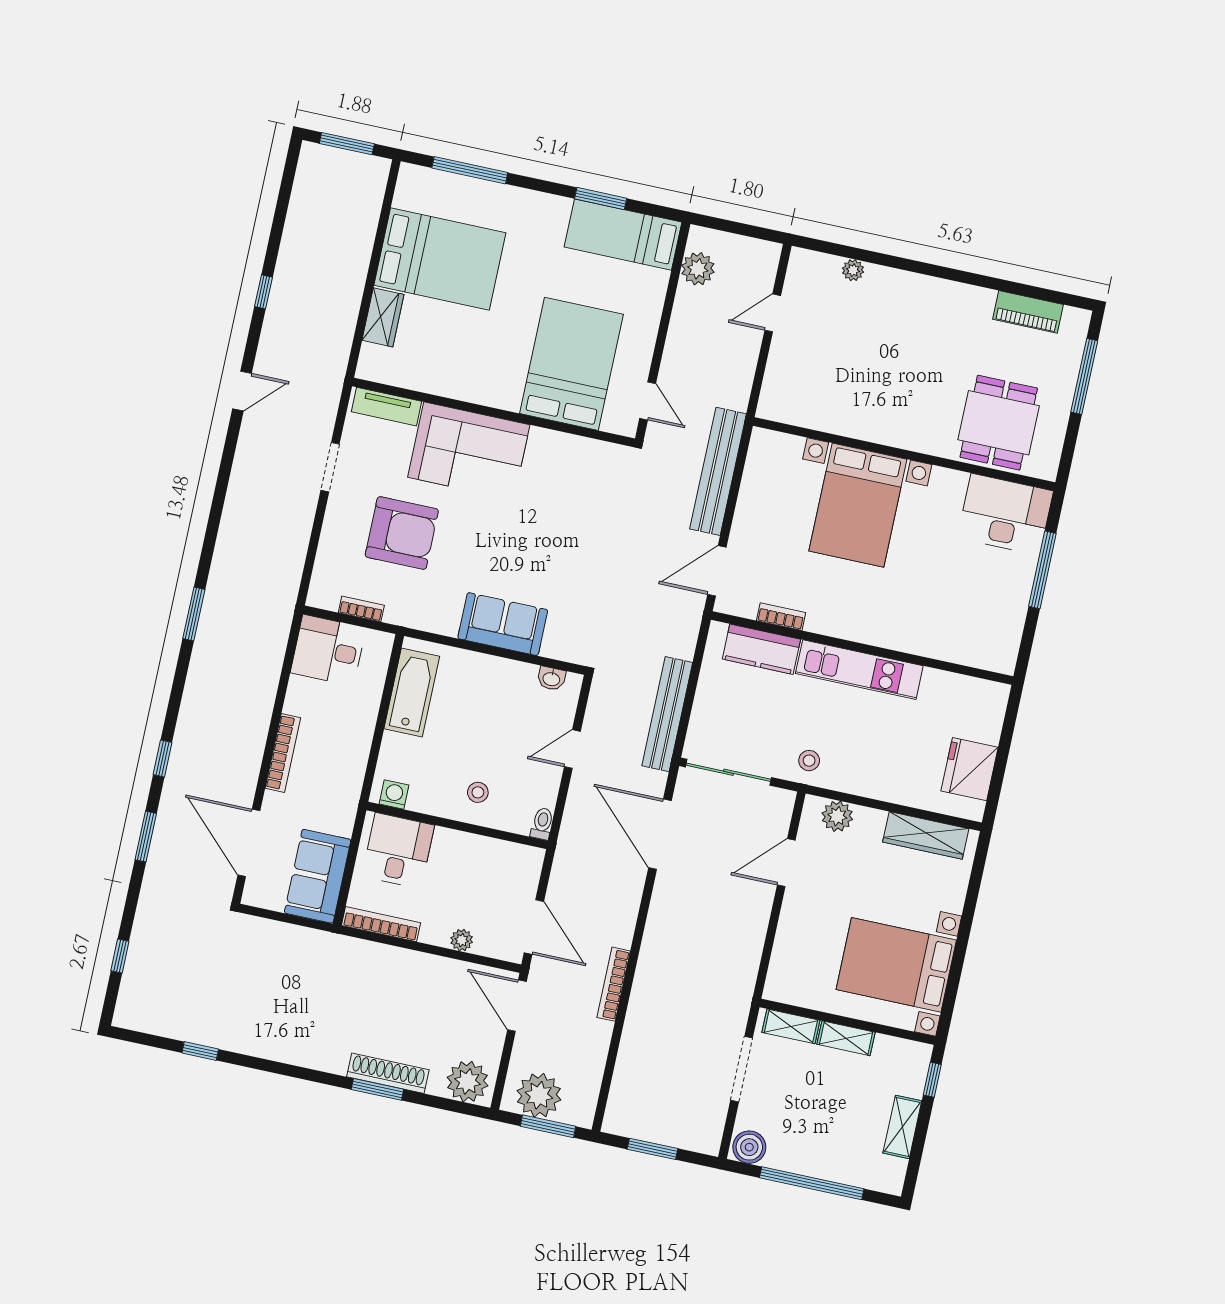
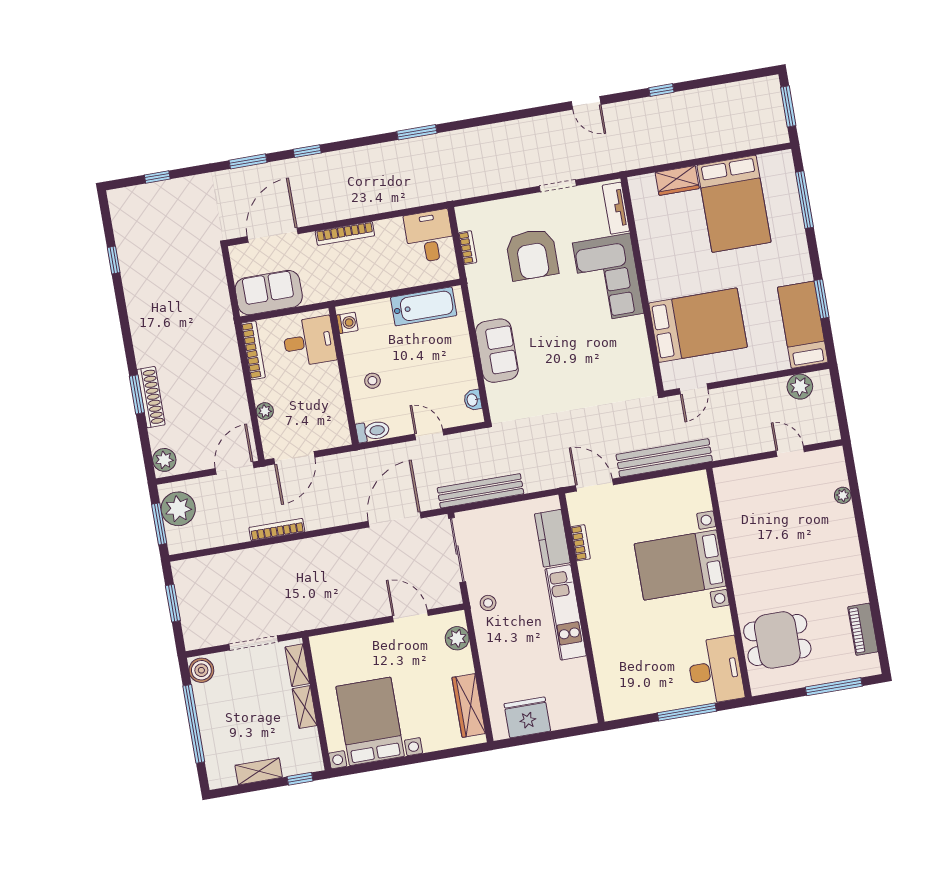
toilet: (542, 824) -> (373, 431), width x1.37, depth x1.39
plant: (468, 1082) -> (164, 460), width x0.73, depth x0.73

